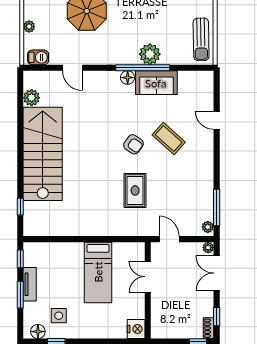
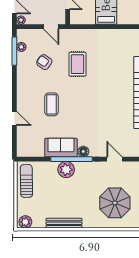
door: (72, 68) -> (114, 159), moved
coffee table: (169, 139) -> (52, 104), turned 48
armchair: (133, 144) -> (44, 62), moved
plant: (208, 227) -> (21, 47), moved

